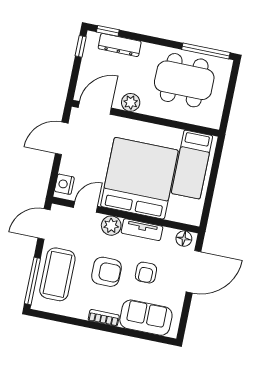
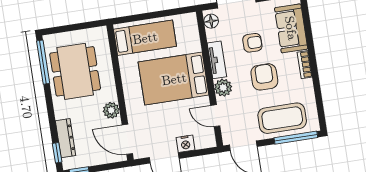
bed: (139, 178) -> (174, 79), width x0.73
nightstand: (64, 184) -> (185, 144), moved

